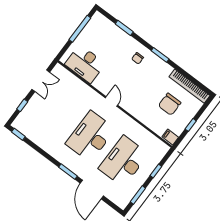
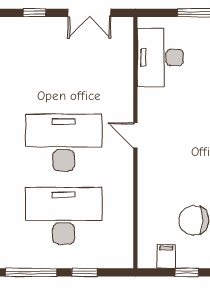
door: (112, 102) -> (135, 135), swing flipped
filing cabinet: (170, 137) -> (166, 256), moved
window: (138, 195) -> (31, 272), width x1.44

